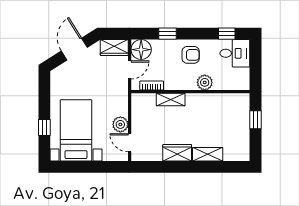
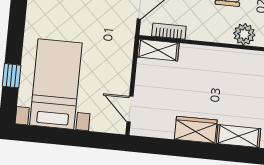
shelving: (171, 99) -> (158, 50), moved
plant: (120, 124) -> (119, 82), removed

